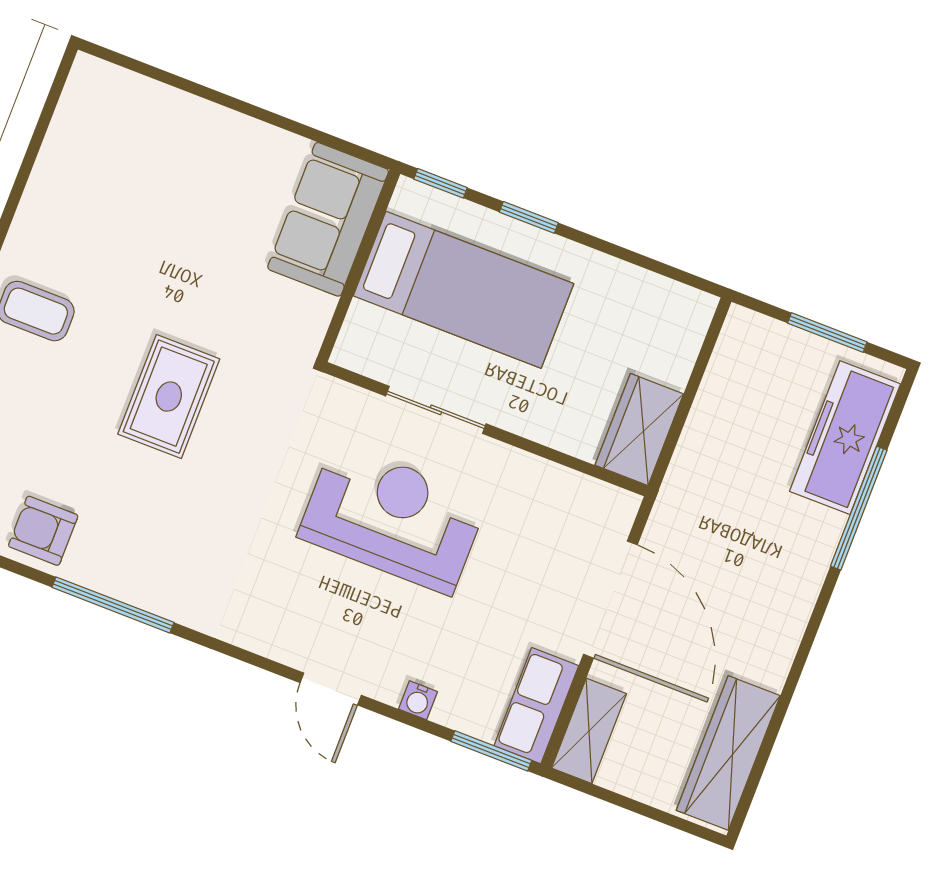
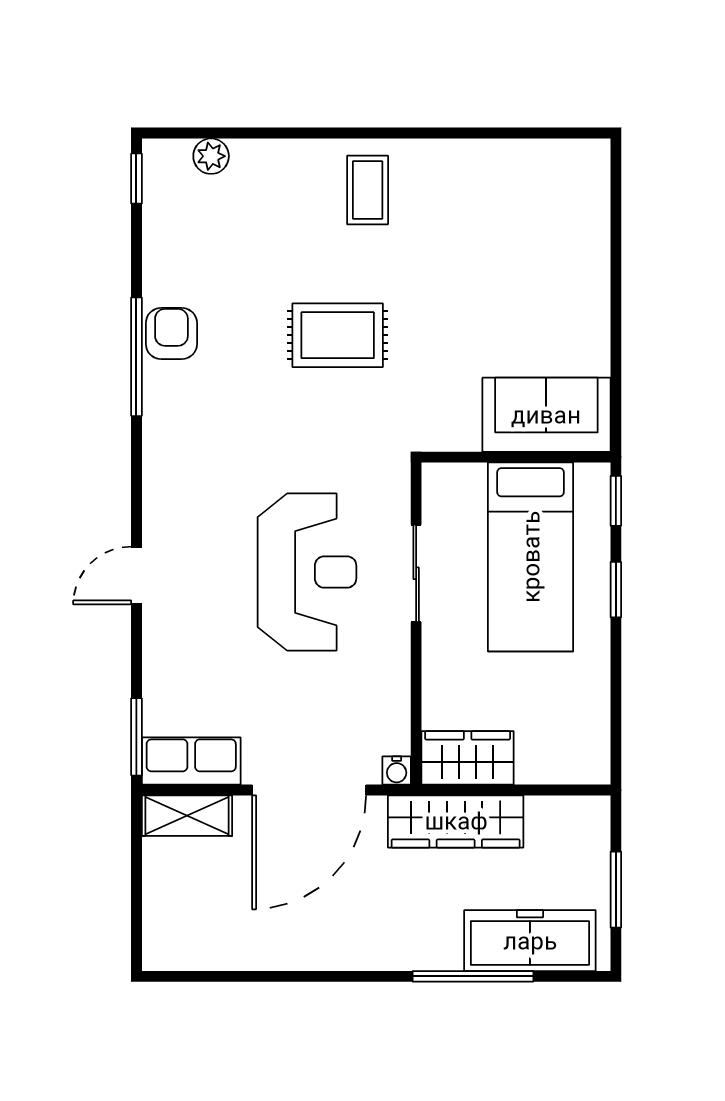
armchair: (43, 531) -> (171, 334), moved
water cooler: (418, 700) -> (397, 770), moved, turned -90
wardrobe: (728, 753) -> (456, 821), moved, turned 180

